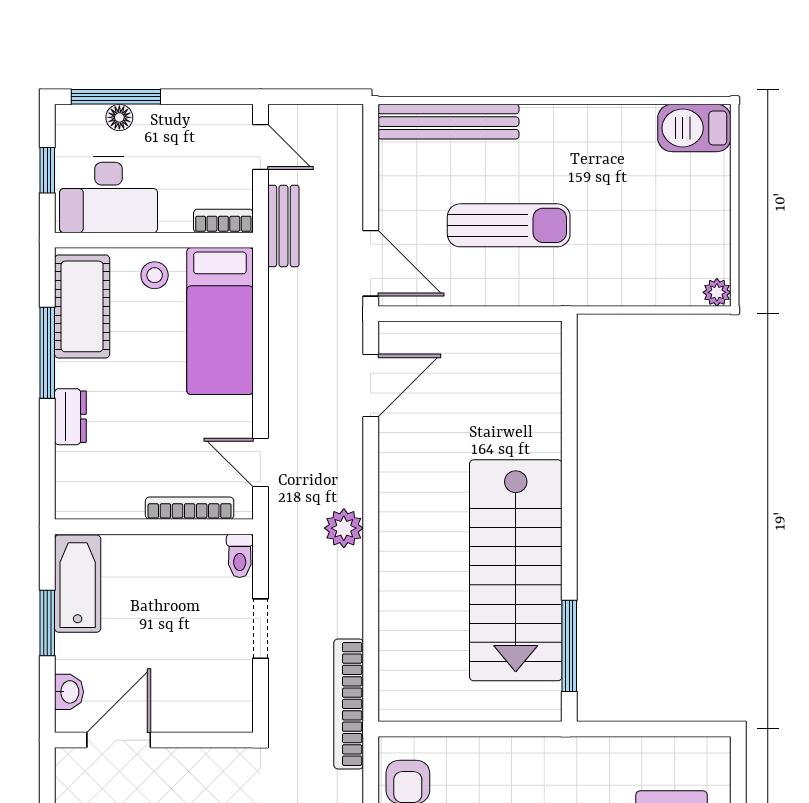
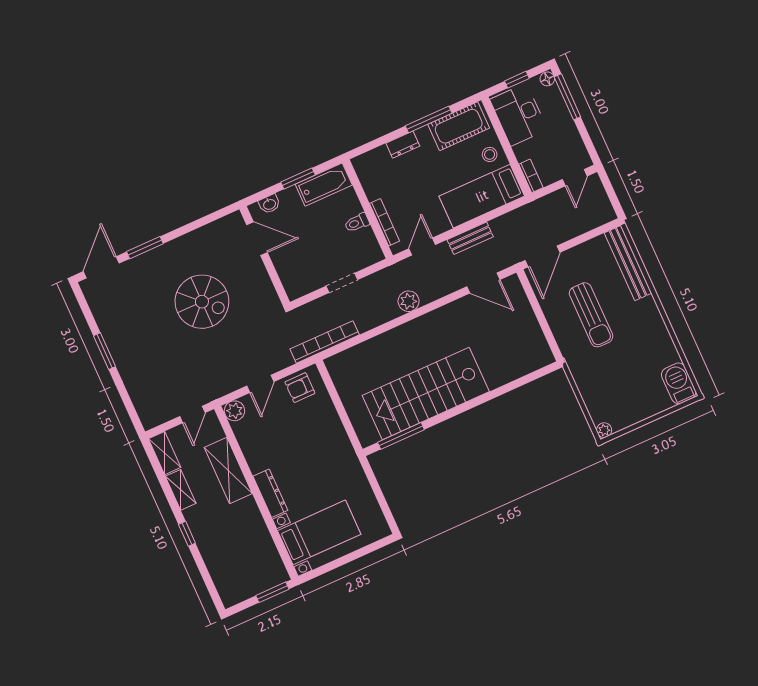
floor lamp: (119, 117) -> (547, 79), moved
bench: (283, 226) -> (470, 238), moved
toilet: (240, 556) -> (357, 223), moved

